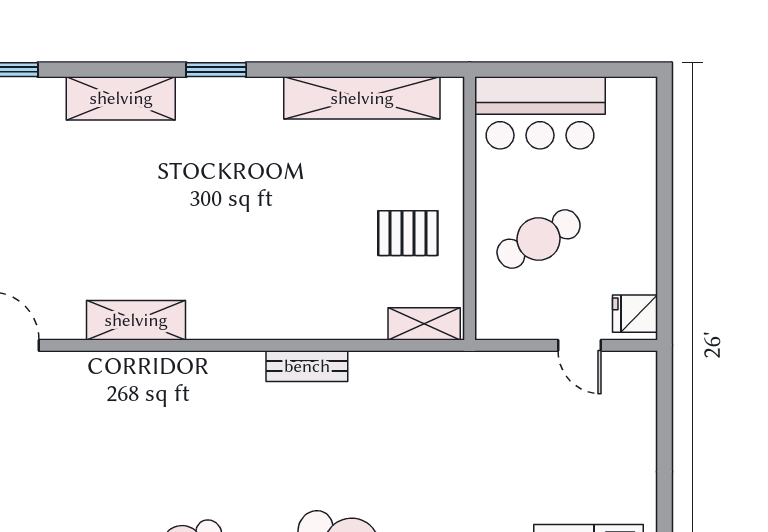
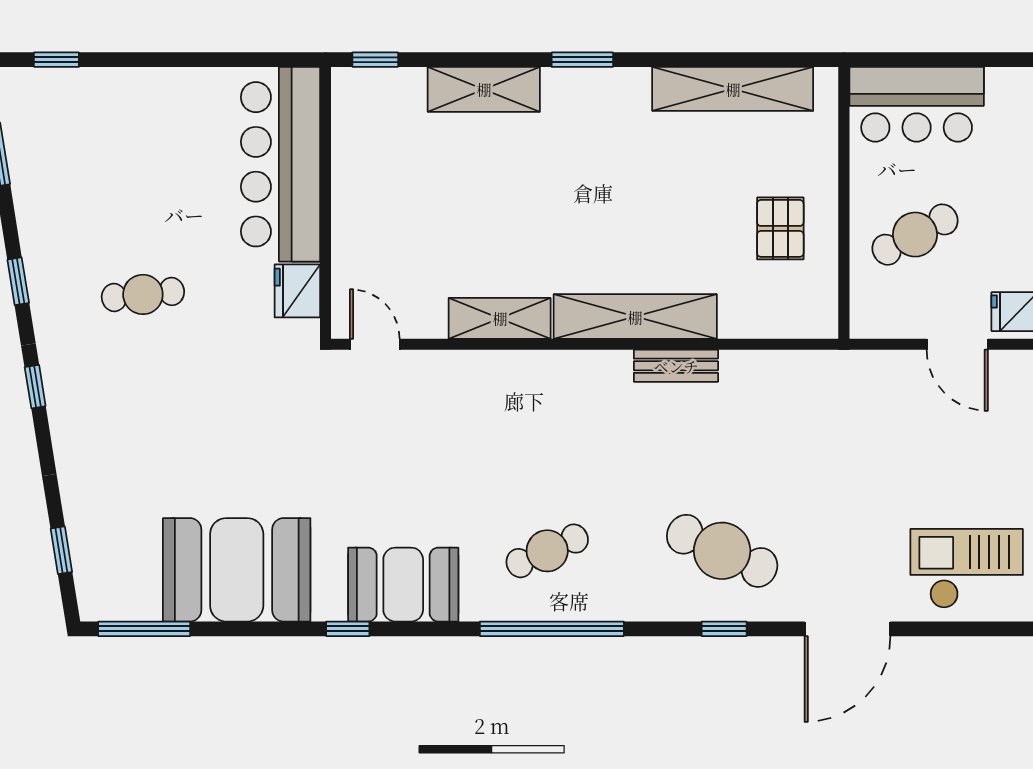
pallet: (408, 233) -> (780, 228), turned 90
shelving: (424, 324) -> (635, 317), moved, width x2.20, depth x1.33
door: (579, 345) -> (957, 344), width x1.38

